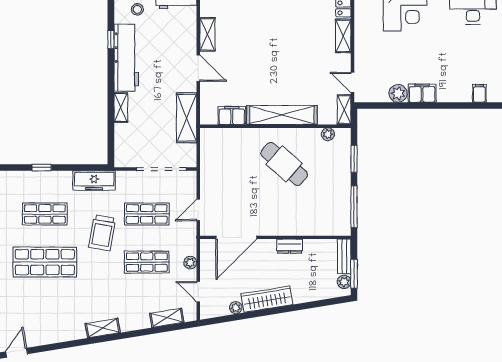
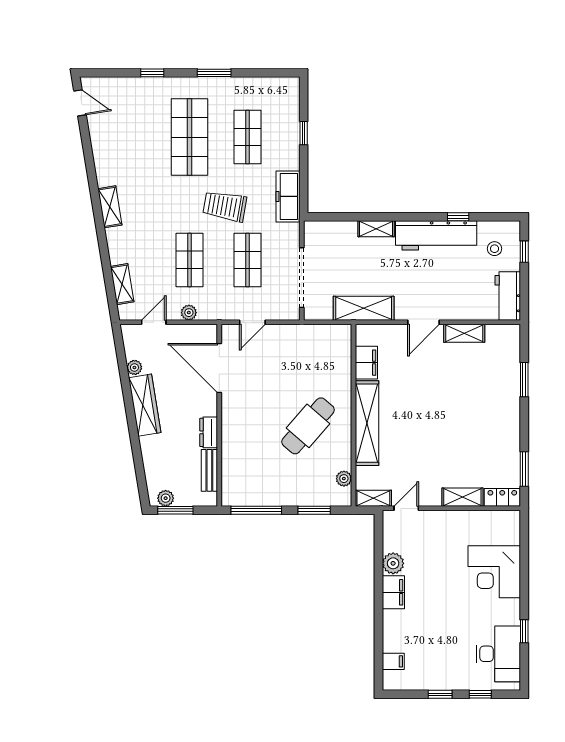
door: (198, 210) -> (252, 322), swing flipped
bench: (344, 256) -> (209, 470), moved, turned 90

